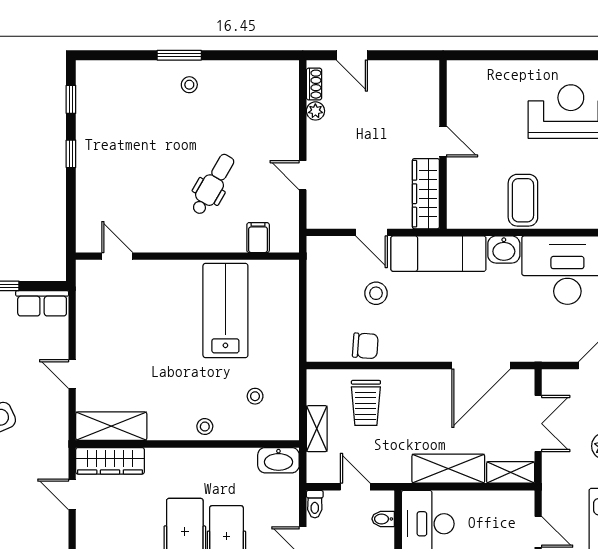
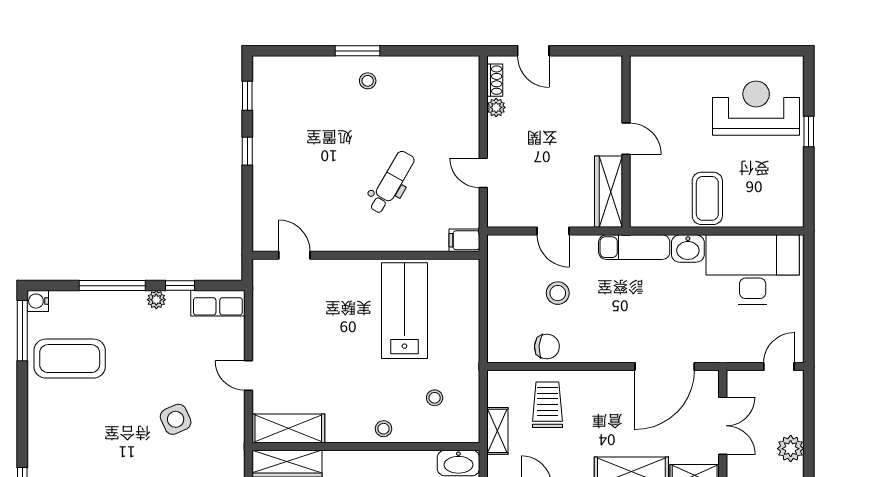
filing cabinet: (258, 238) -> (464, 240), moved, turned -90
exam couch: (438, 254) -> (634, 247), width x0.73, depth x0.69
trolley: (366, 403) -> (547, 405), turned 180

